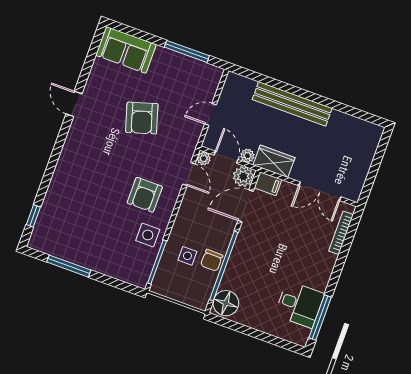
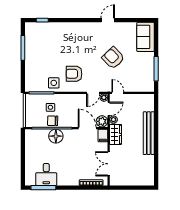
door: (210, 114) -> (118, 93), moved
armchair: (142, 118) -> (113, 58), turned 63
floor lamp: (226, 303) -> (56, 136), moved

